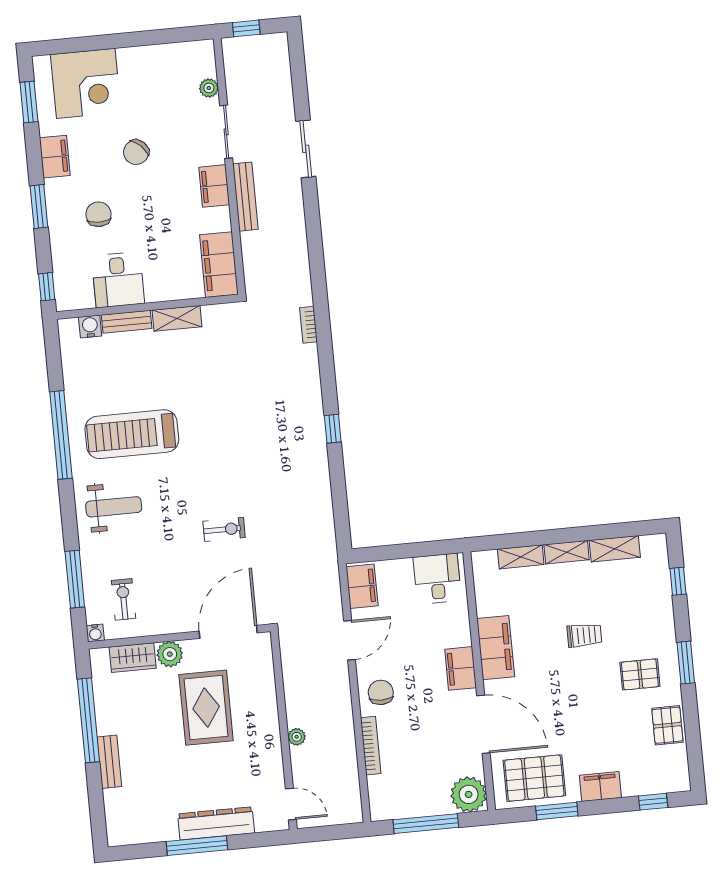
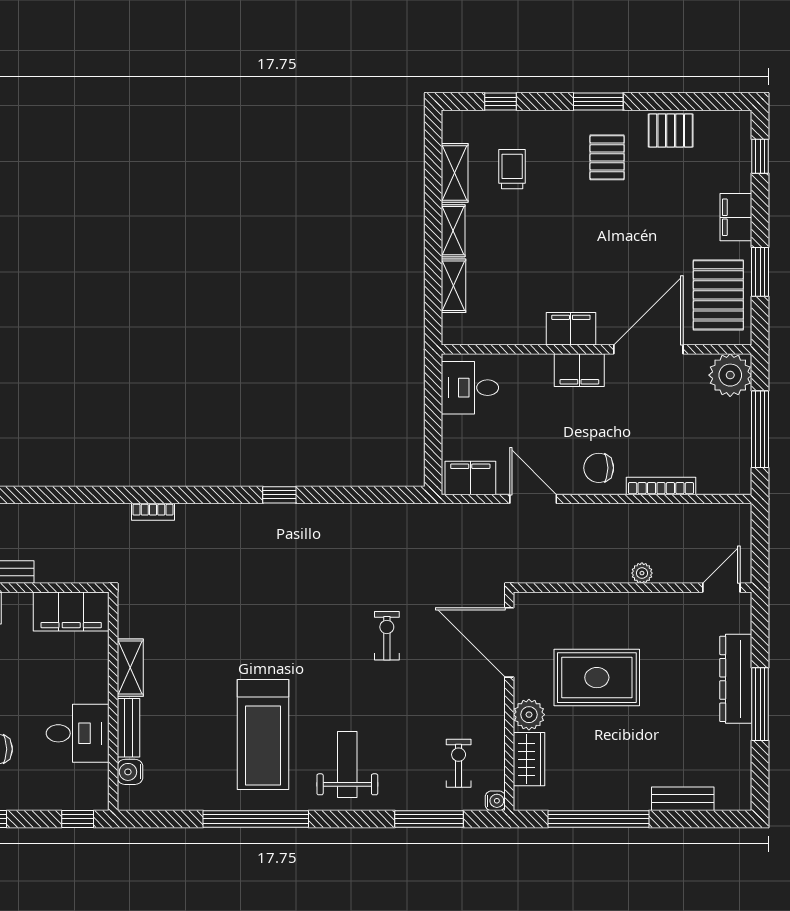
exercise bike: (124, 599) -> (459, 763), turned 90
trolley: (584, 635) -> (512, 169), moved
filing cabinet: (496, 648) -> (571, 329), width x0.67, depth x0.86
bench: (109, 762) -> (683, 799), moved

